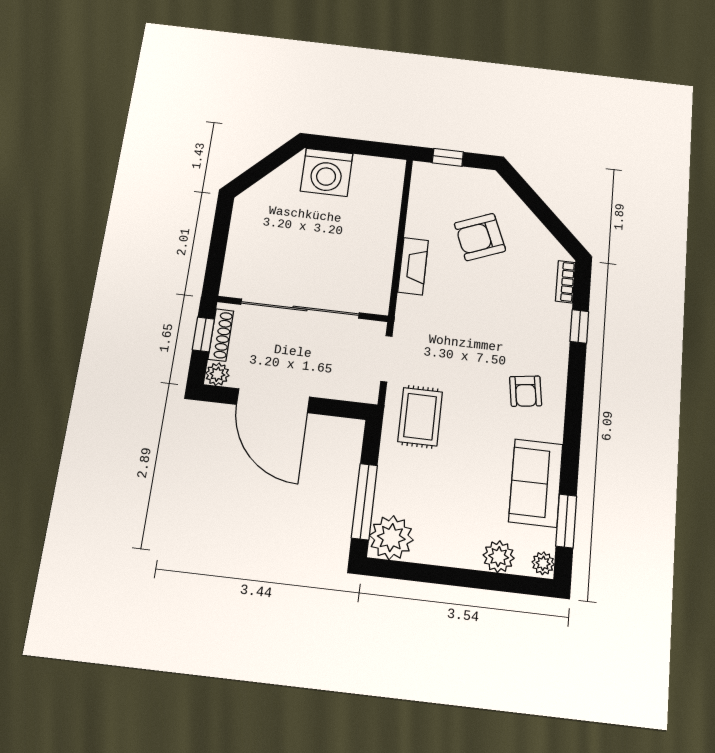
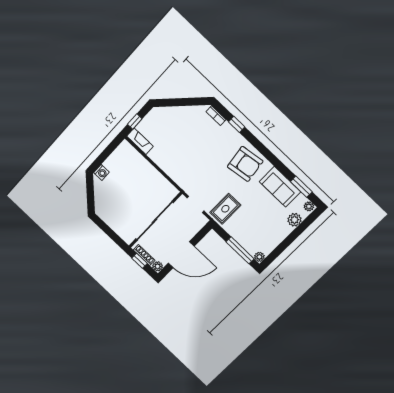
washing machine: (327, 172) -> (101, 172), width x0.53, depth x0.53
armchair: (480, 237) -> (175, 134), removed
fireplace: (413, 266) -> (140, 141), moved
armchair: (526, 391) -> (245, 164), width x1.88, depth x1.88
rug: (420, 417) -> (225, 209), turned 90
plant: (391, 538) -> (259, 257), width x0.53, depth x0.53

